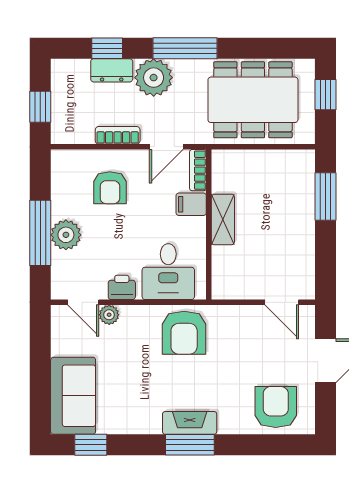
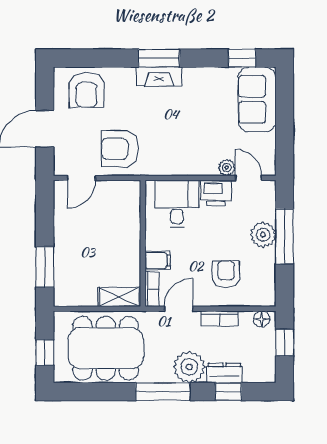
floor lamp: (68, 135) -> (262, 319), added
shelving: (223, 219) -> (119, 297), moved, turned 90
printer: (122, 287) -> (216, 193), width x1.36, depth x1.24
door: (282, 302) -> (81, 178), swing flipped
armchair: (184, 333) -> (120, 149), moved, turned -90

